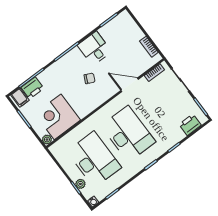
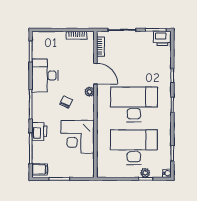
desk: (94, 48) -> (45, 75), width x1.37
door: (130, 85) -> (95, 74), swing flipped
printer: (32, 88) -> (39, 131), moved
corner desk: (58, 117) -> (78, 137), moved
printer: (190, 125) -> (162, 38), moved, turned -90
plant: (47, 140) -> (89, 92), moved

